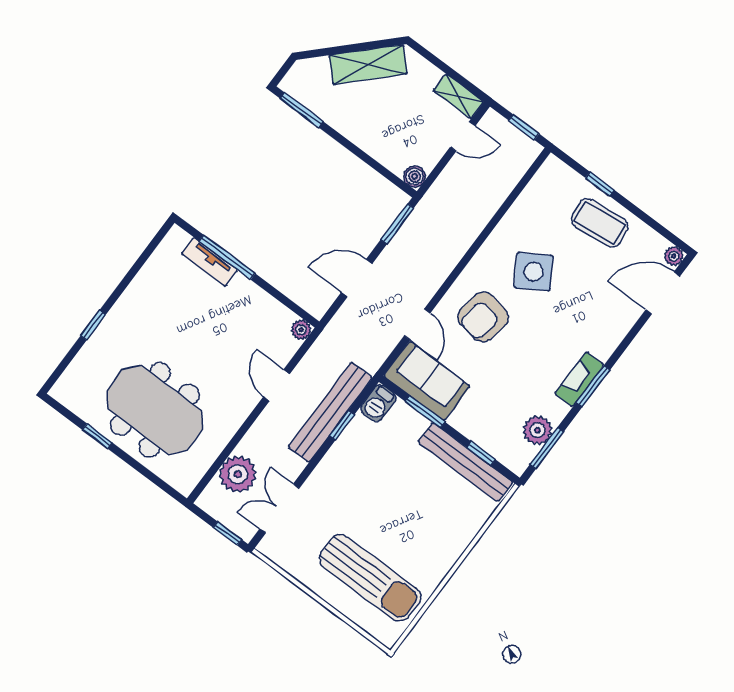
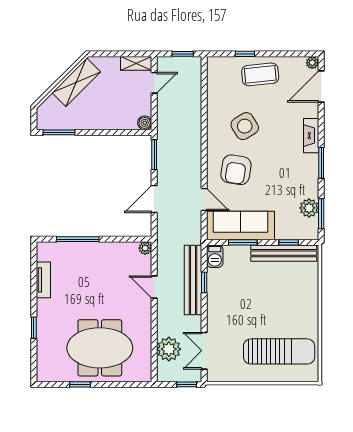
tv unit: (210, 262) -> (43, 280), moved, turned -90
fireplace: (579, 379) -> (311, 136), moved
sofa: (427, 381) -> (241, 226), width x1.36

